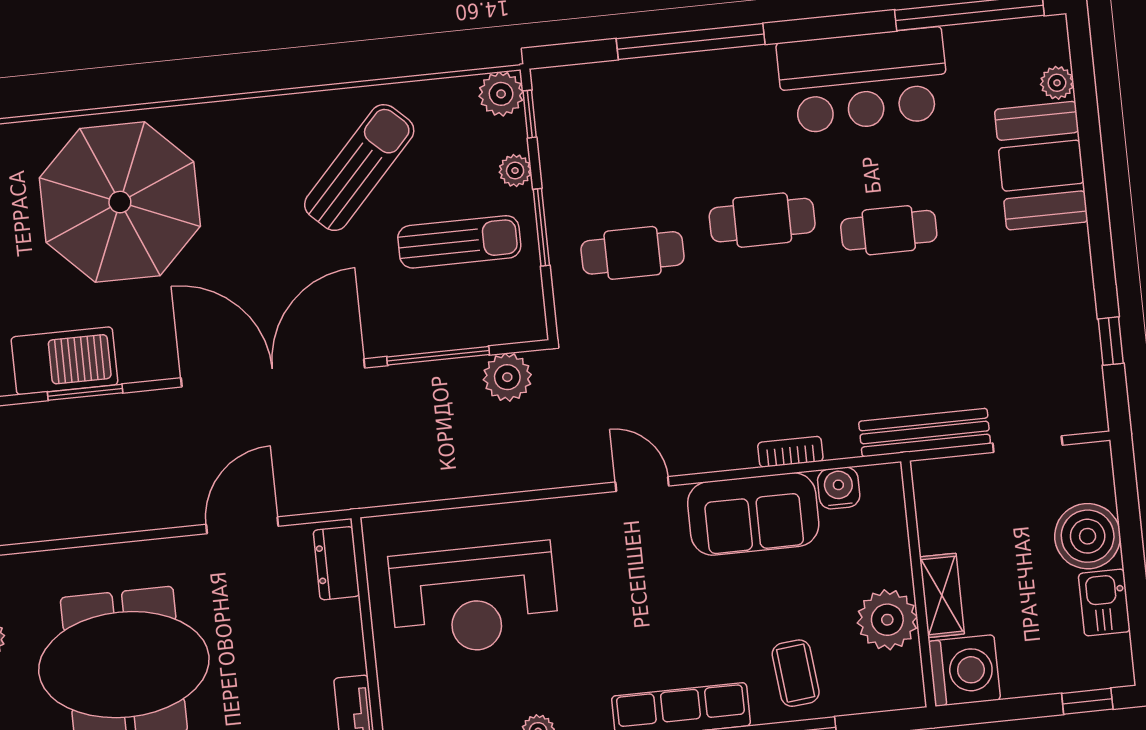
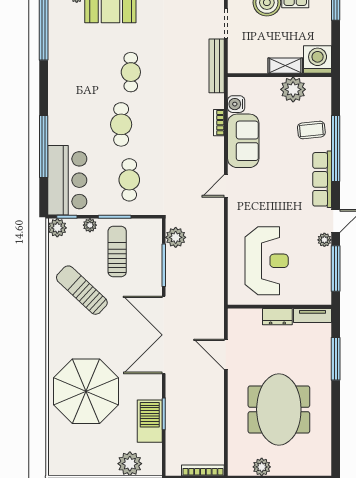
bar counter: (863, 81) -> (67, 180), moved
dresser: (336, 563) -> (277, 317), moved

